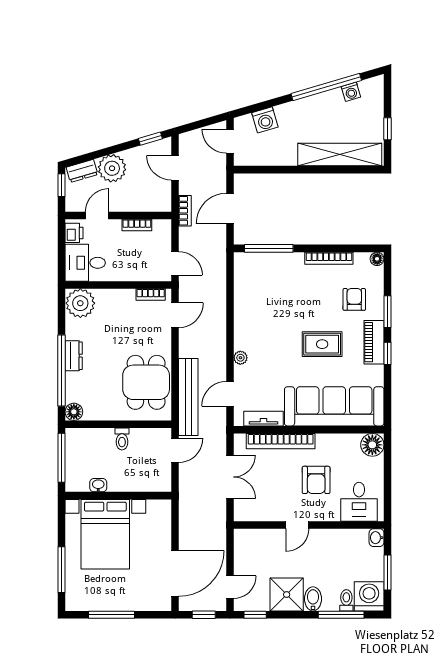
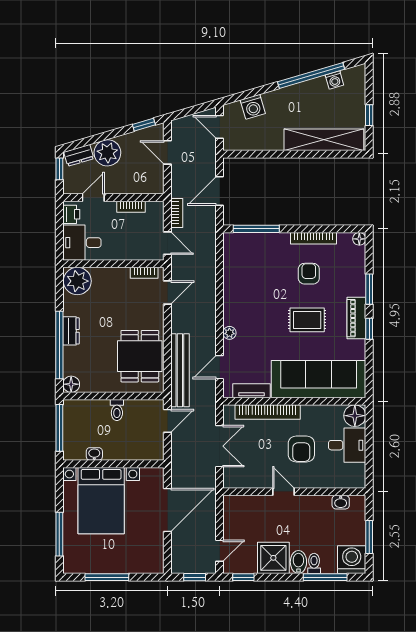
bookcase: (185, 211) -> (177, 213), moved
armchair: (354, 299) -> (309, 274), moved
desk: (359, 502) -> (347, 445), moved, turned -90
door: (297, 525) -> (284, 492), swing flipped
washbasin: (377, 538) -> (341, 502), moved, turned -90
door: (175, 573) -> (167, 510), moved
toilet: (346, 600) -> (314, 563), moved

